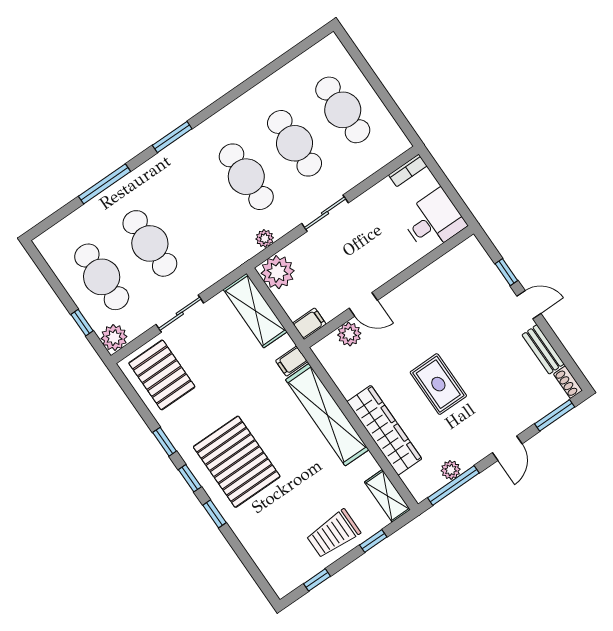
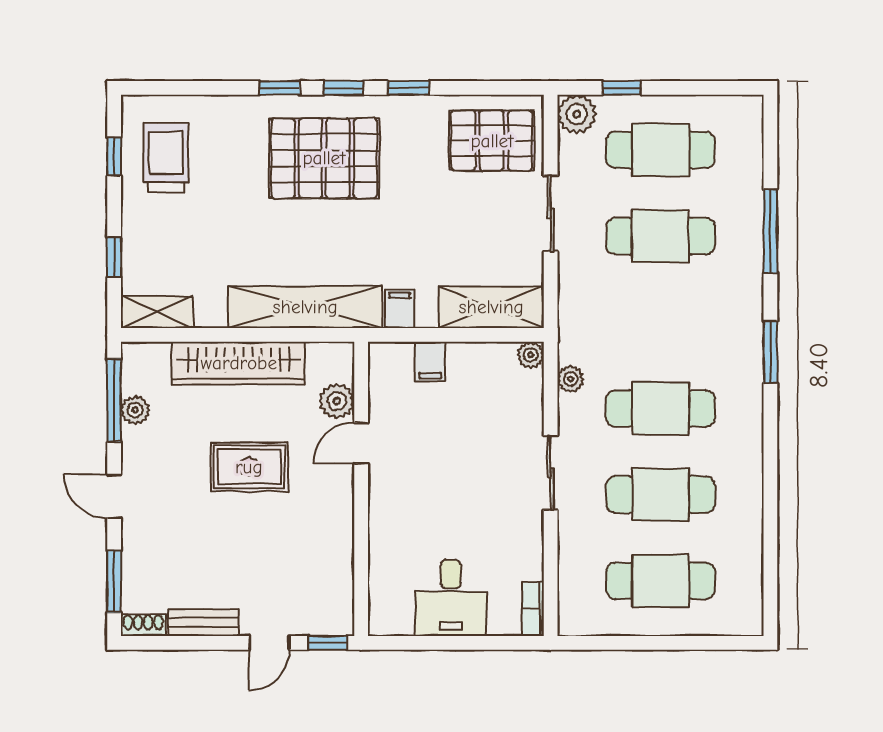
plant: (278, 272) -> (531, 355), width x0.53, depth x0.53
wall: (389, 287) -> (361, 489), moved
door: (363, 304) -> (361, 443), moved
plant: (349, 334) -> (337, 401), moved
trolley: (333, 534) -> (166, 157), moved

